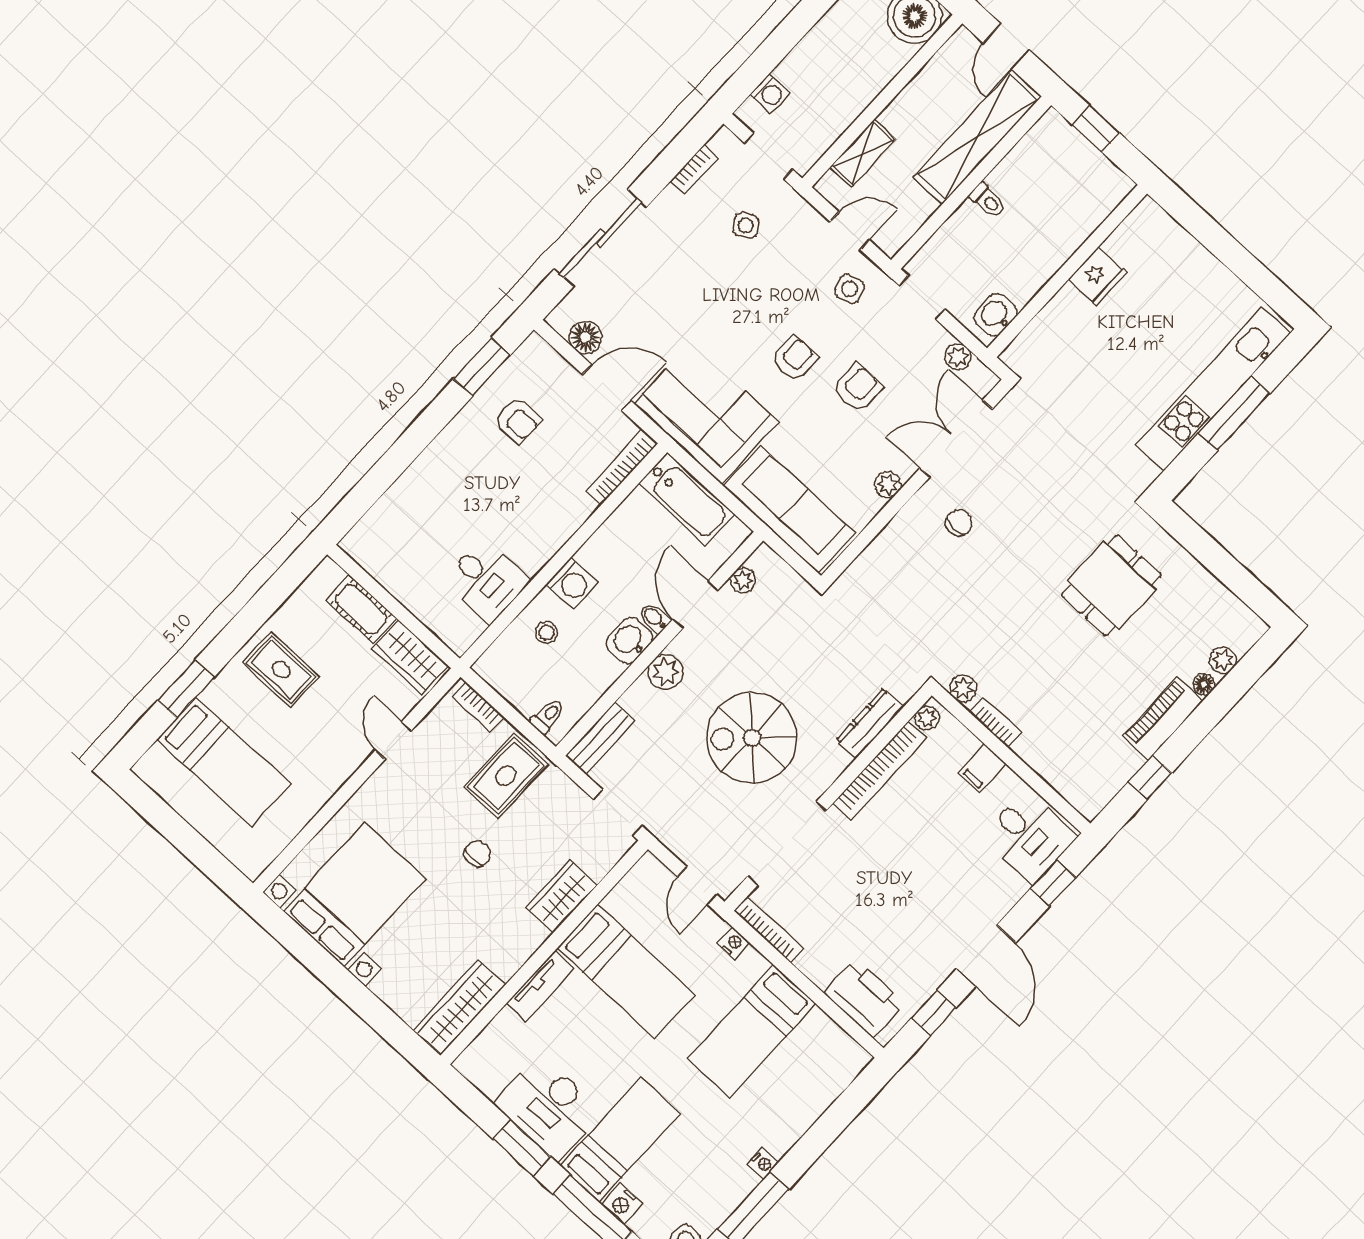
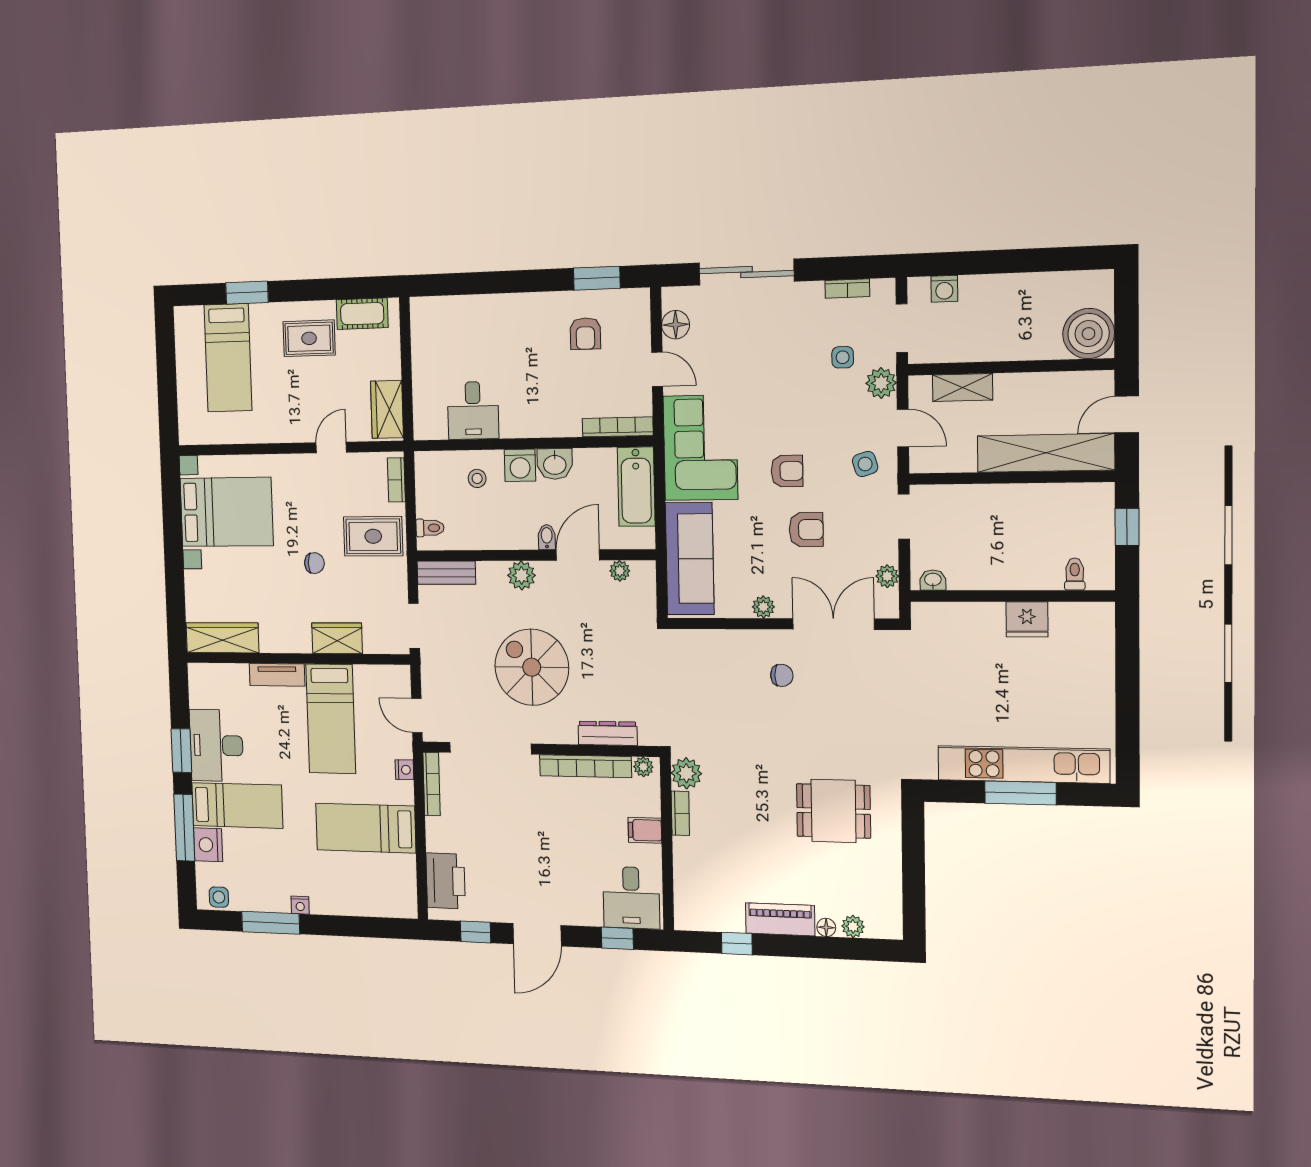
toilet: (987, 200) -> (1075, 574), moved, turned 180
plant: (797, 214) -> (881, 383), added
side table: (746, 226) -> (843, 357), turned 35
washbasin: (996, 315) -> (933, 580), width x0.72, depth x0.69
door: (607, 388) -> (657, 369), width x0.73
cot: (361, 609) -> (362, 314), moved, turned 90
washbasin: (629, 641) -> (555, 464), moved, turned 180
rug: (281, 670) -> (309, 338), turned 90
plant: (963, 688) -> (686, 773), width x1.38, depth x1.38
door: (697, 886) -> (417, 716), hinge flipped
nightstand: (622, 1204) -> (208, 845), width x1.36, depth x1.33

